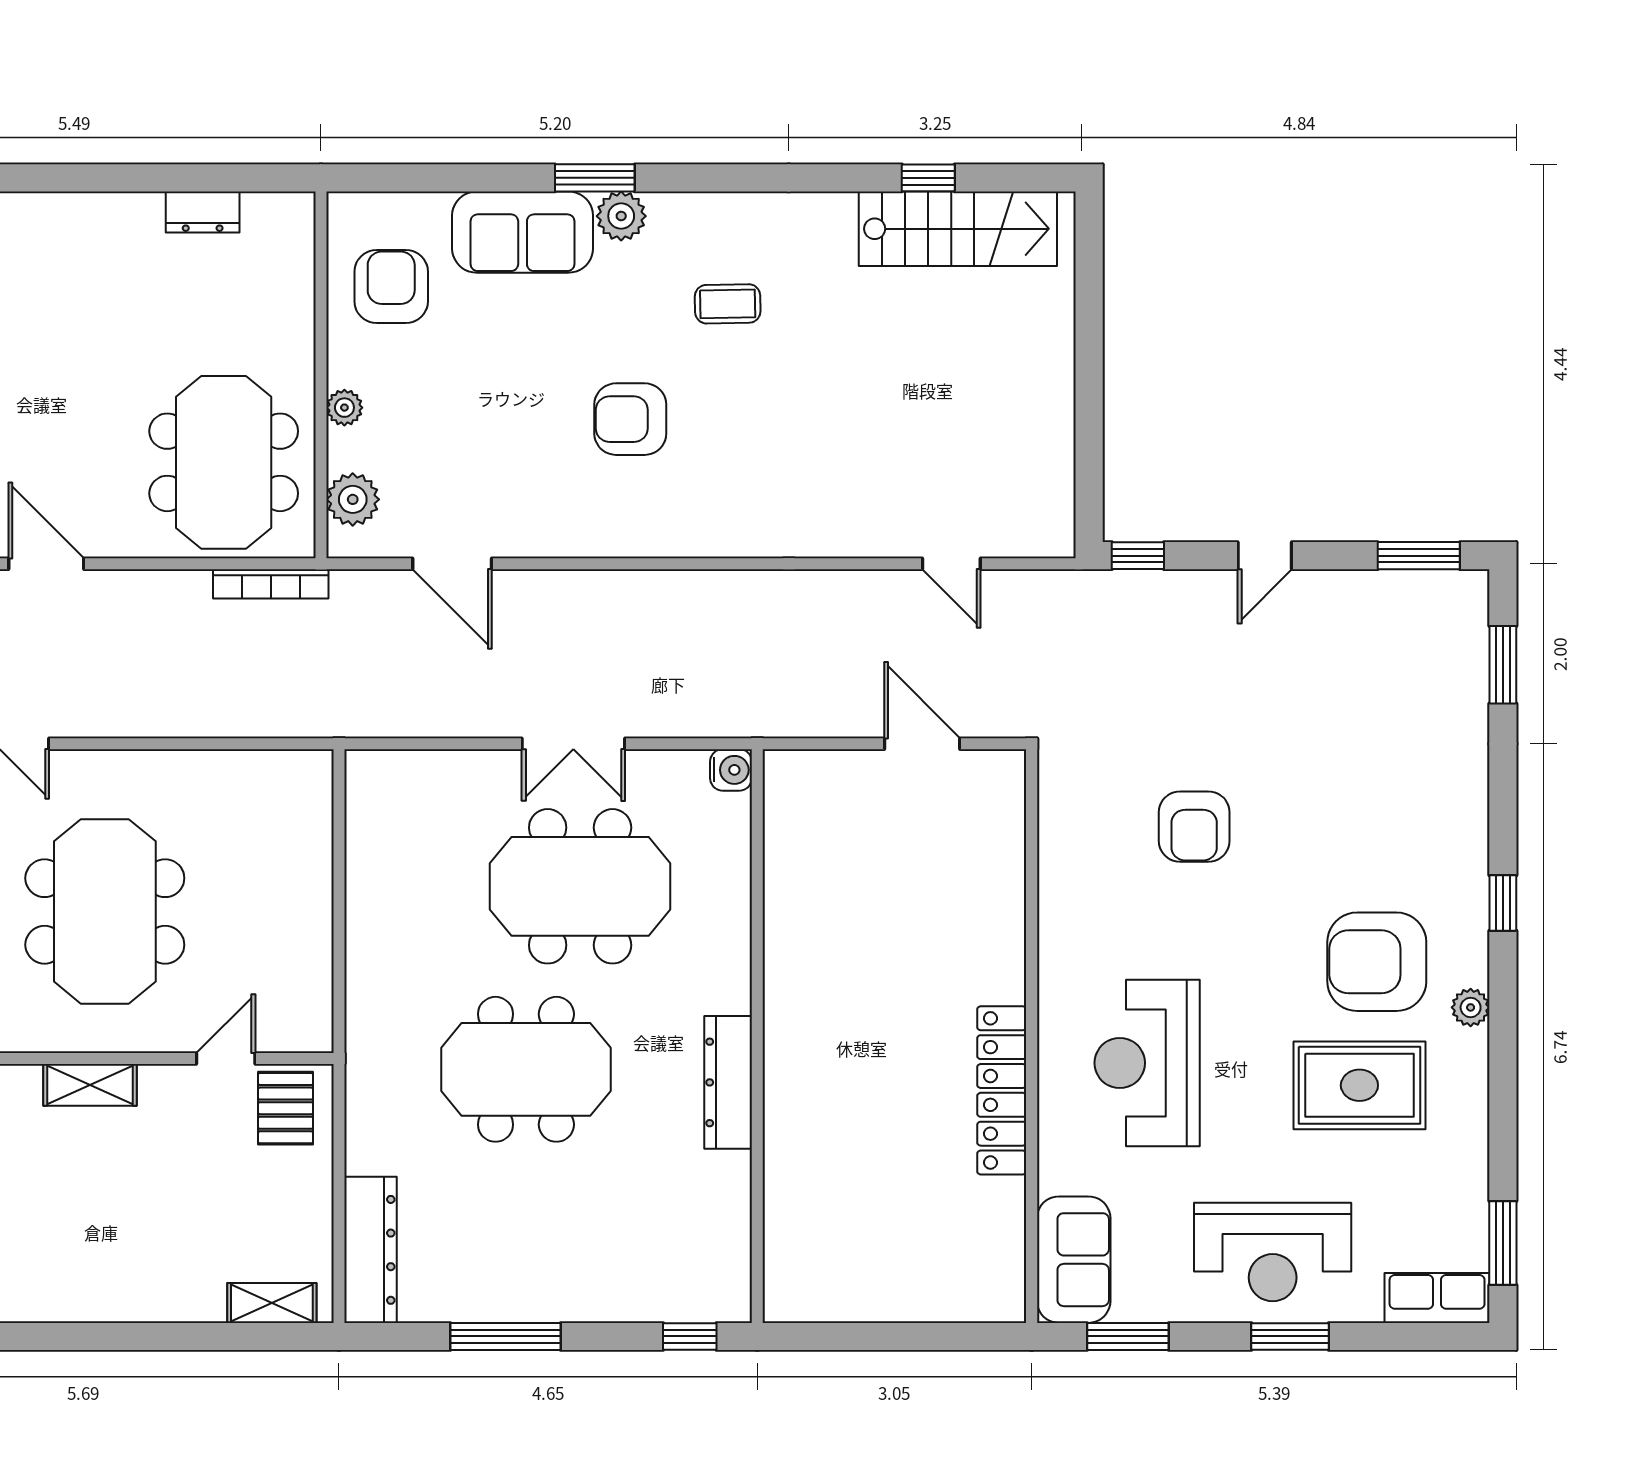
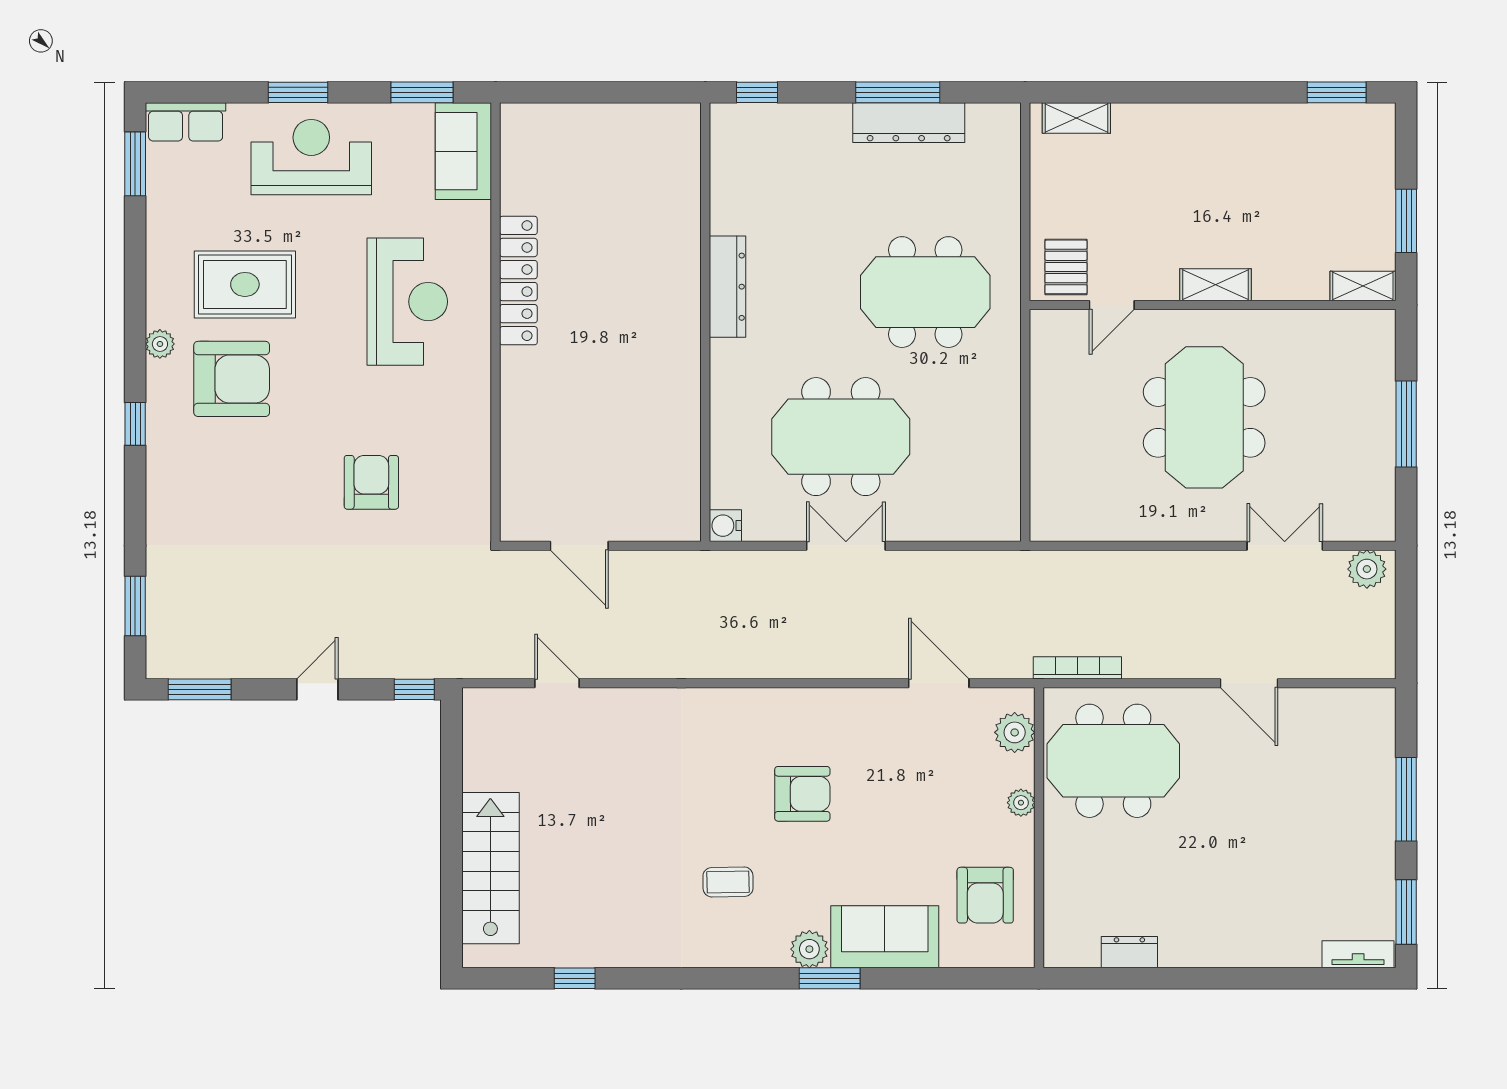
stairs: (958, 229) -> (490, 868), moved, turned 90
meeting table: (224, 462) -> (1113, 761), turned 90
meeting table: (526, 1069) -> (925, 292), moved
dresser: (370, 1250) -> (909, 123), moved, turned -90

